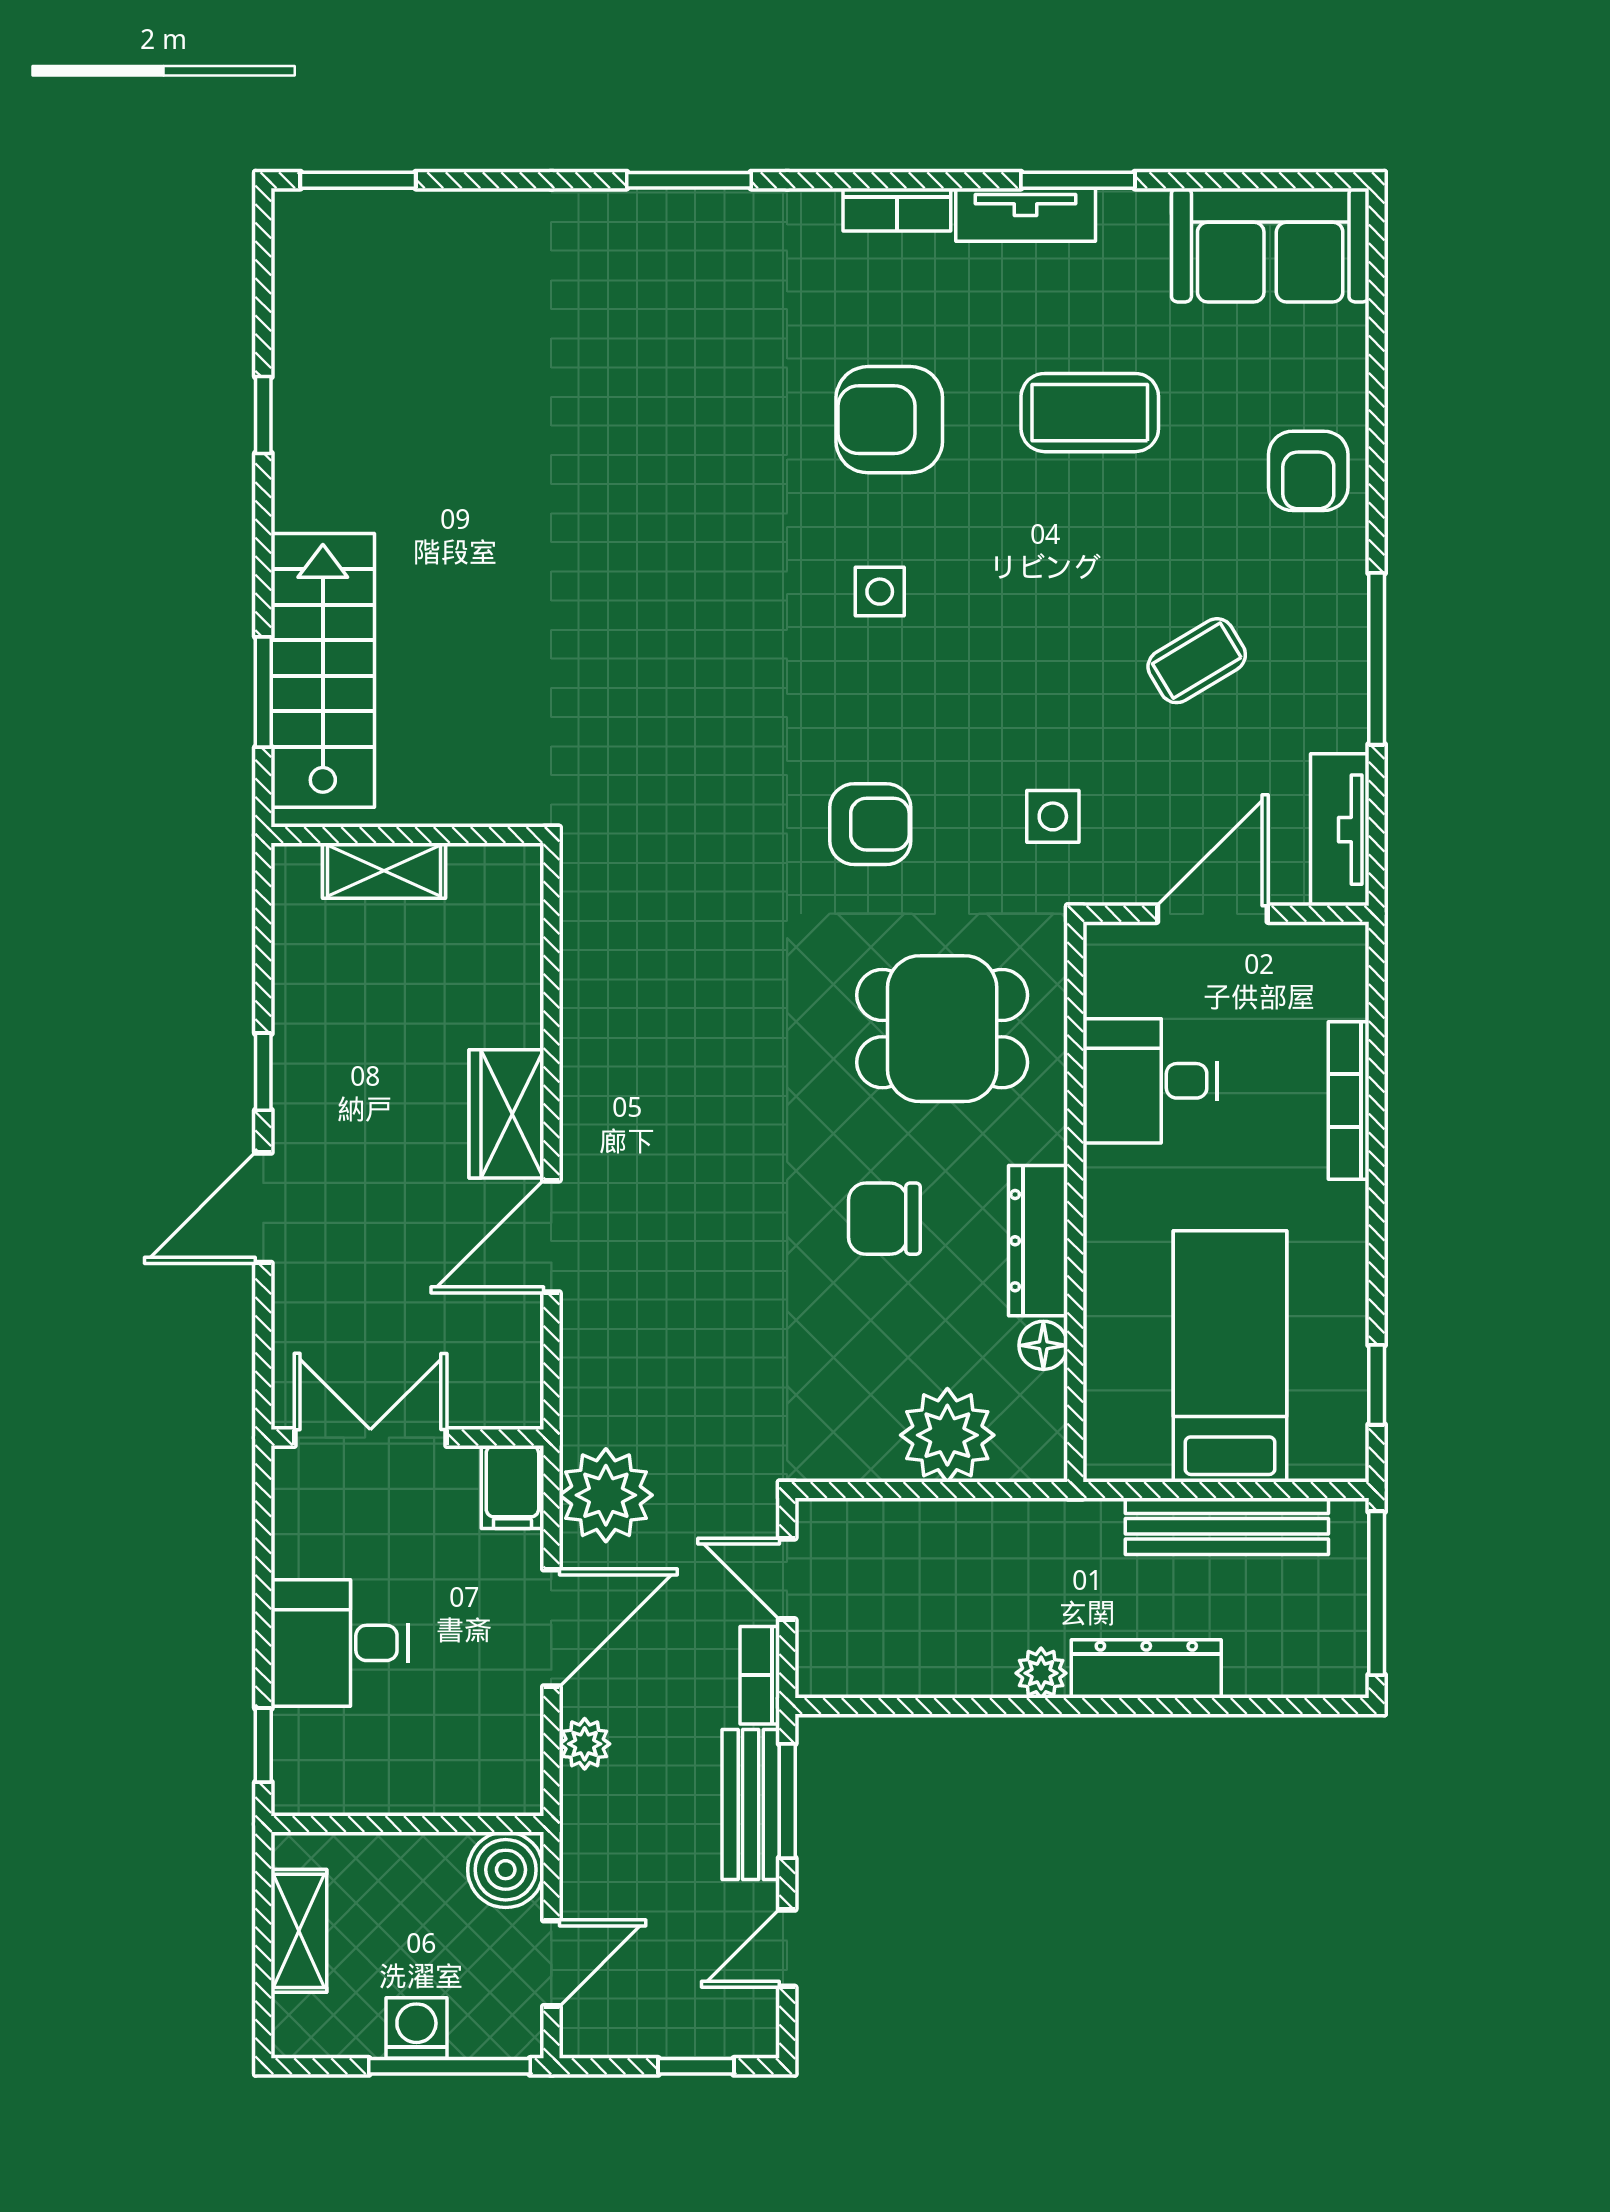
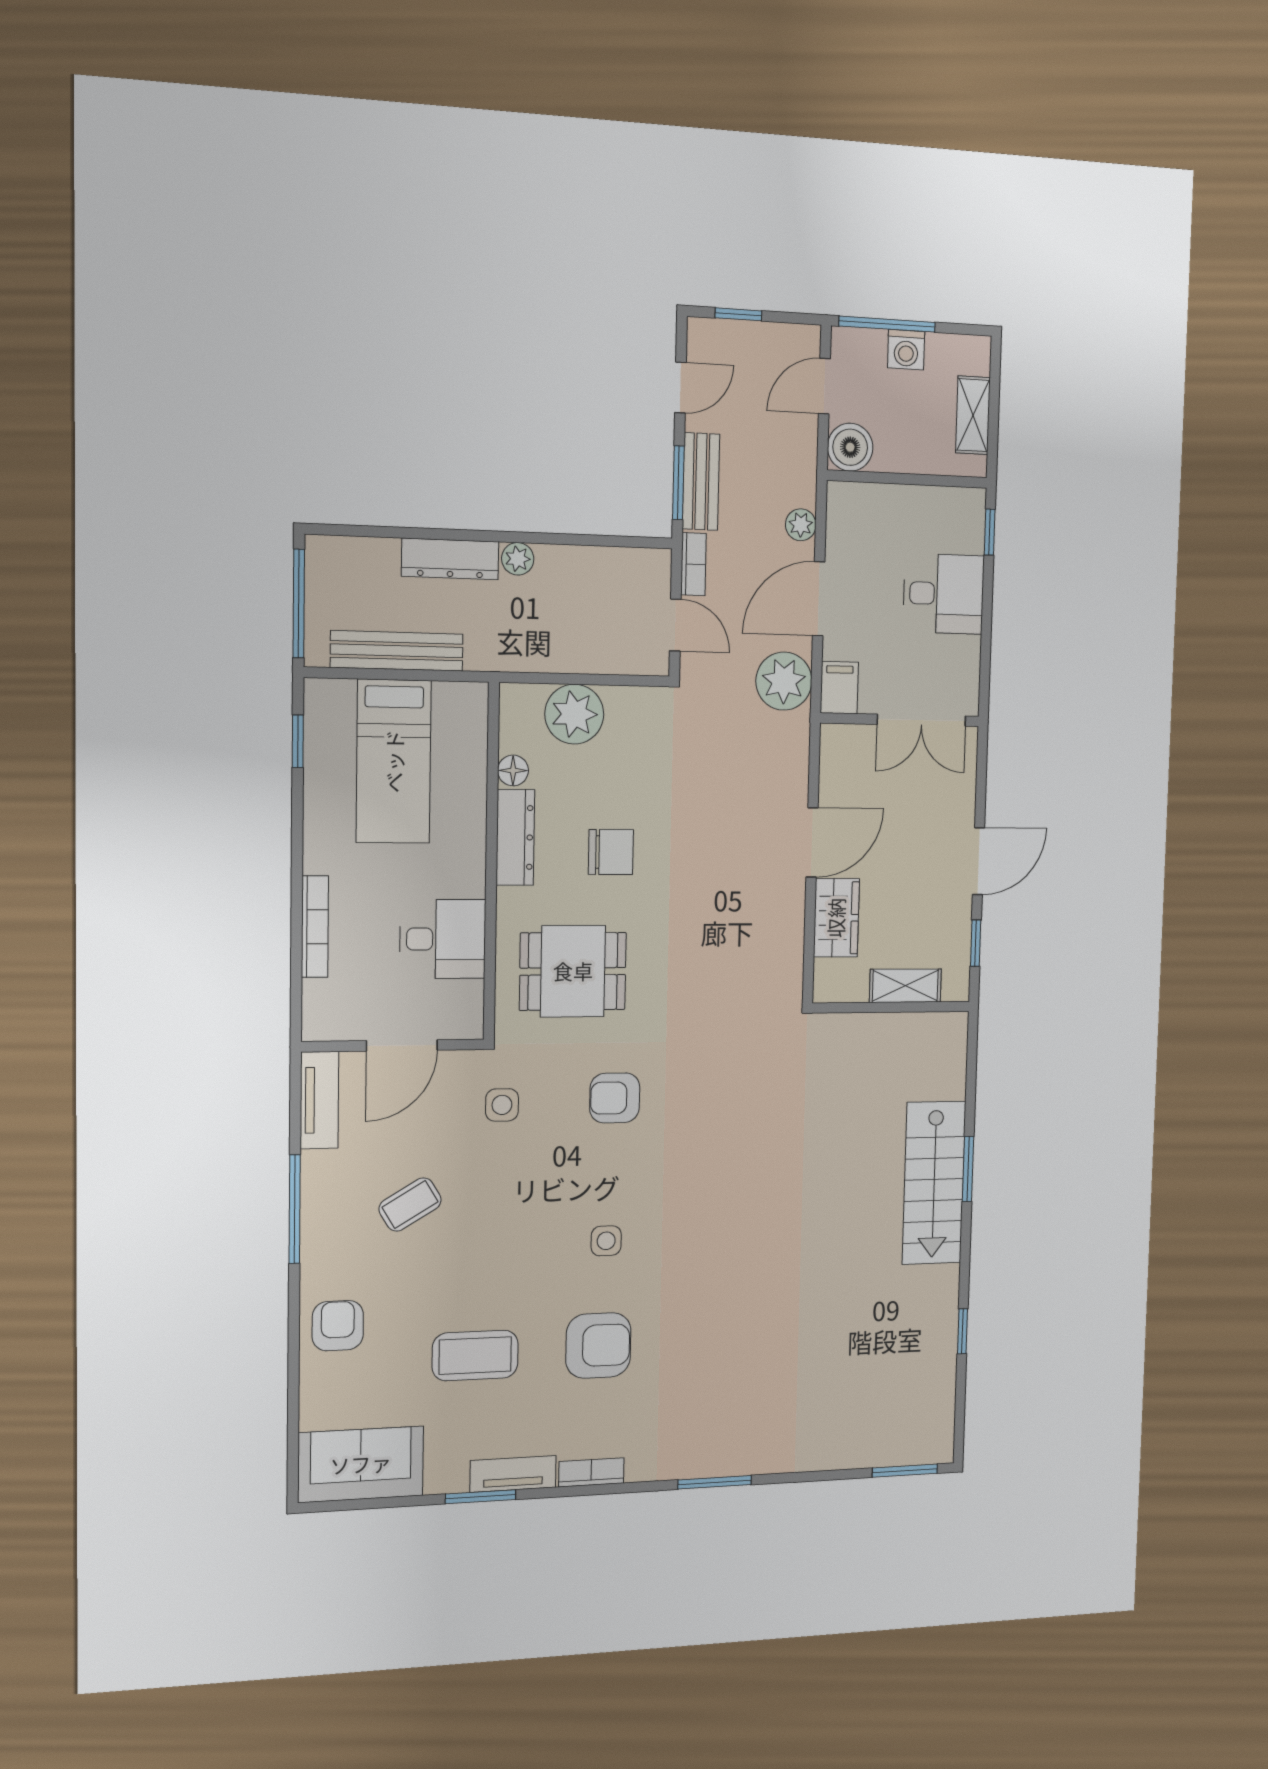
wall: (407, 835) -> (891, 1007), moved
shelving: (384, 871) -> (905, 986), moved

